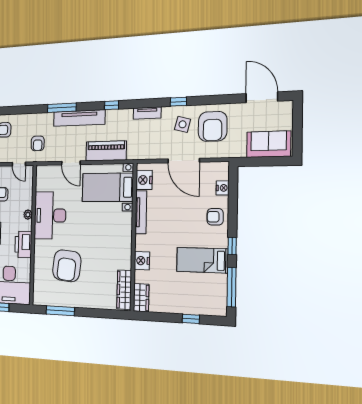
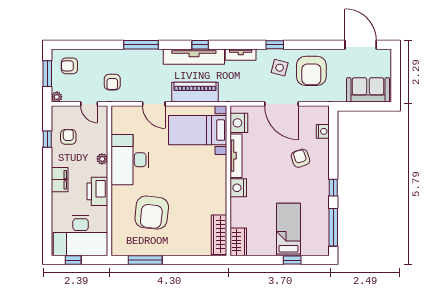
tv unit: (79, 118) -> (194, 57), moved
armchair: (215, 217) -> (300, 158), moved, turned 71
bed: (202, 260) -> (288, 230), moved, turned 90
nightstand: (142, 261) -> (238, 188), moved

